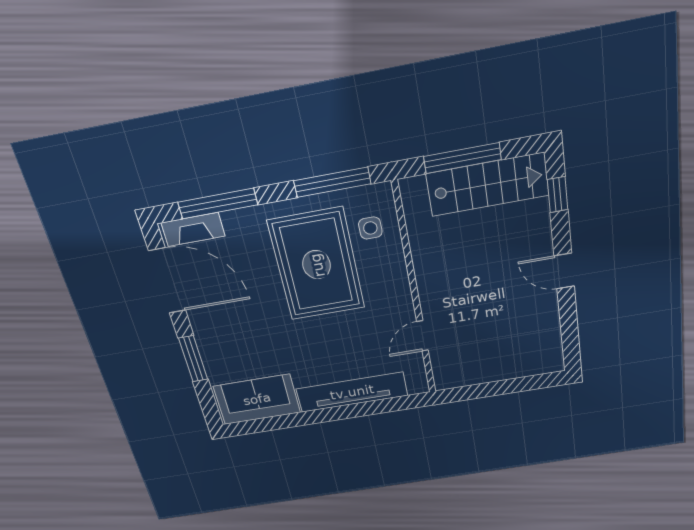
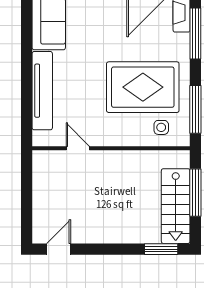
window: (557, 195) -> (161, 249), width x1.50
door: (564, 271) -> (59, 249), moved

